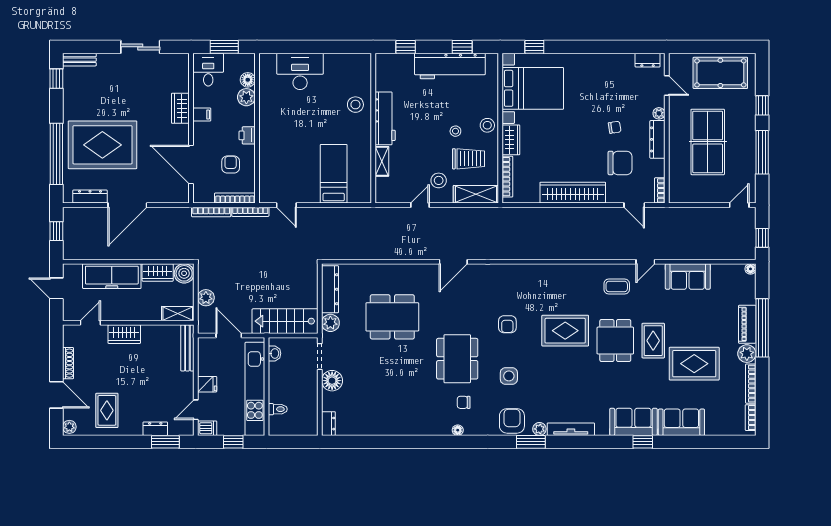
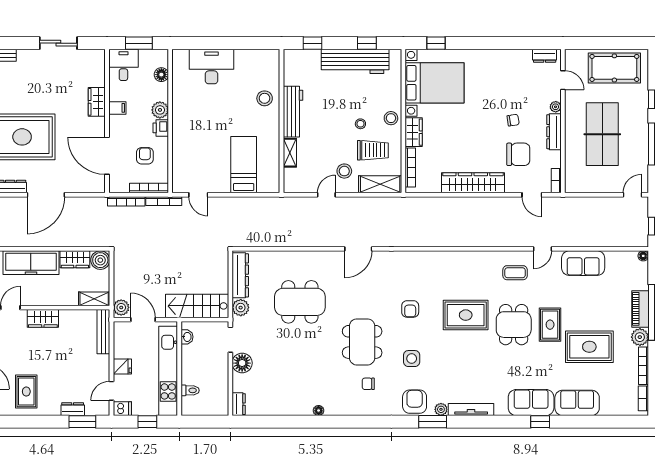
plant: (246, 97) -> (160, 110), moved
plant: (206, 298) -> (121, 307), moved
floor lamp: (458, 430) -> (319, 410), moved

